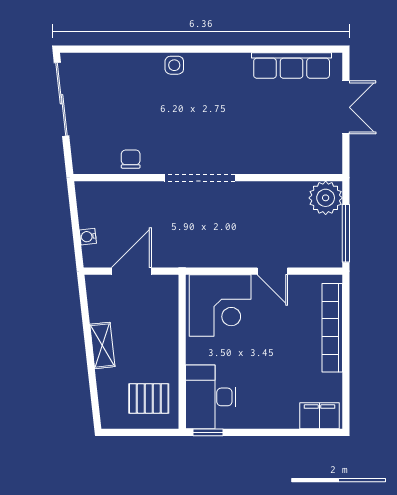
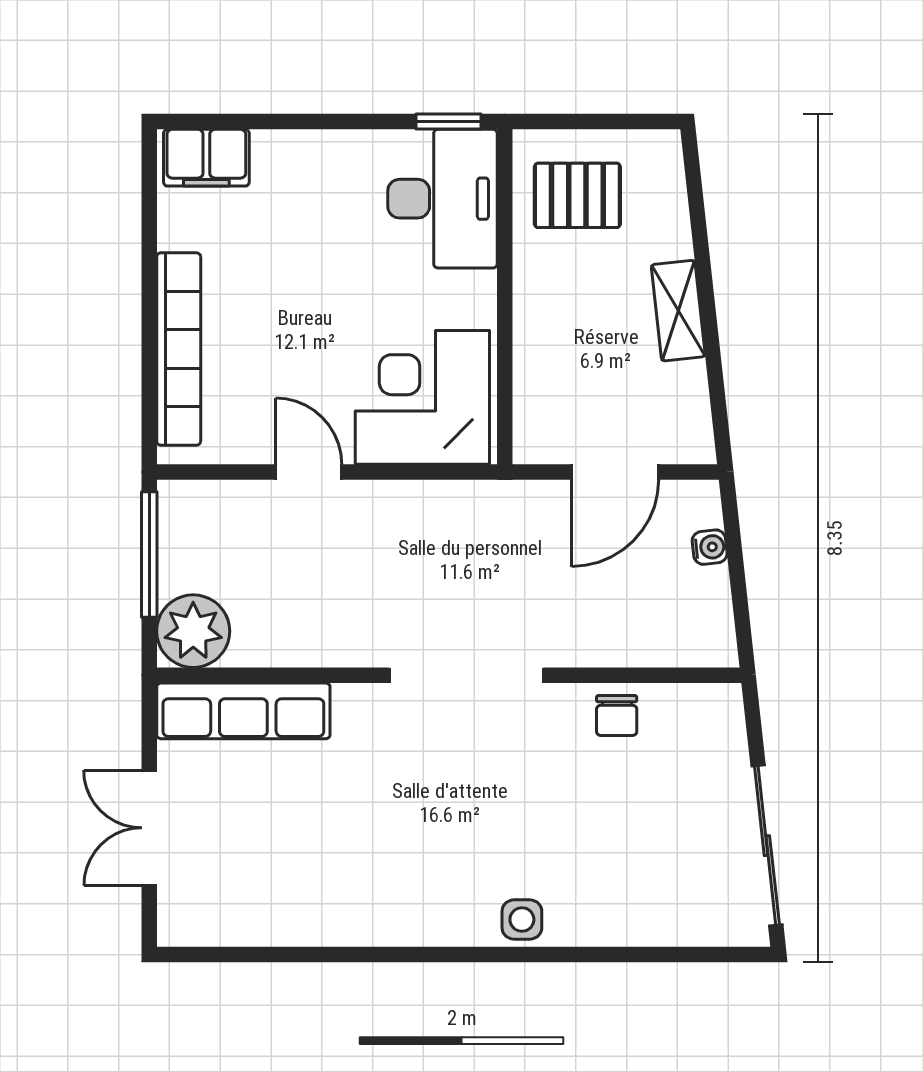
row of seats: (292, 65) -> (243, 711), moved, turned 180

